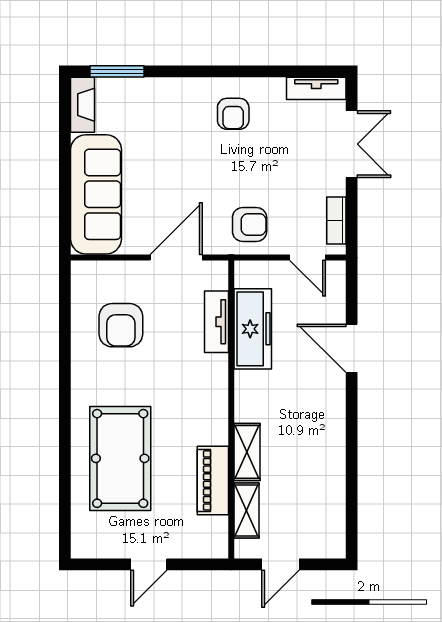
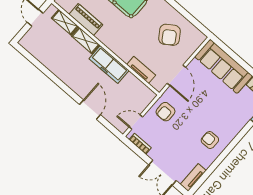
armchair: (121, 325) -> (169, 35), turned -124
freezer: (253, 329) -> (109, 65), moved
door: (352, 348) -> (90, 110), hinge flipped

